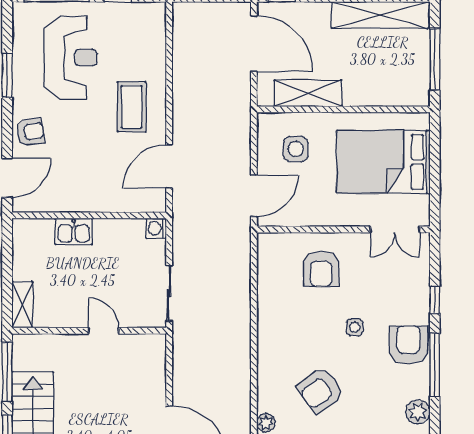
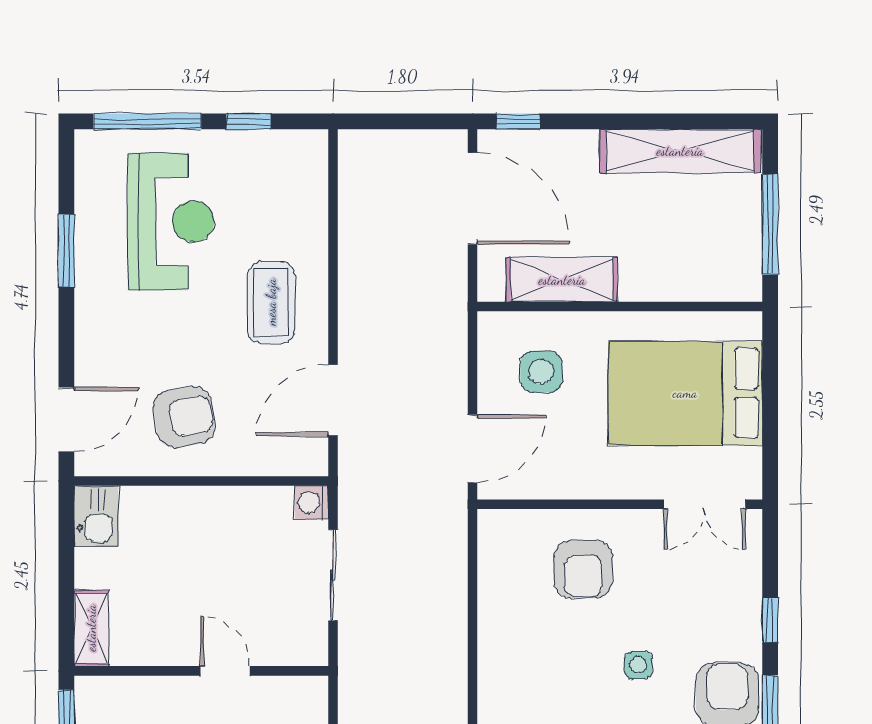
armchair: (30, 132) -> (184, 417), moved, width x1.38, depth x1.38
kitchen sink: (74, 231) -> (96, 516), moved, turned -90
sliding door: (169, 293) -> (333, 575), moved

